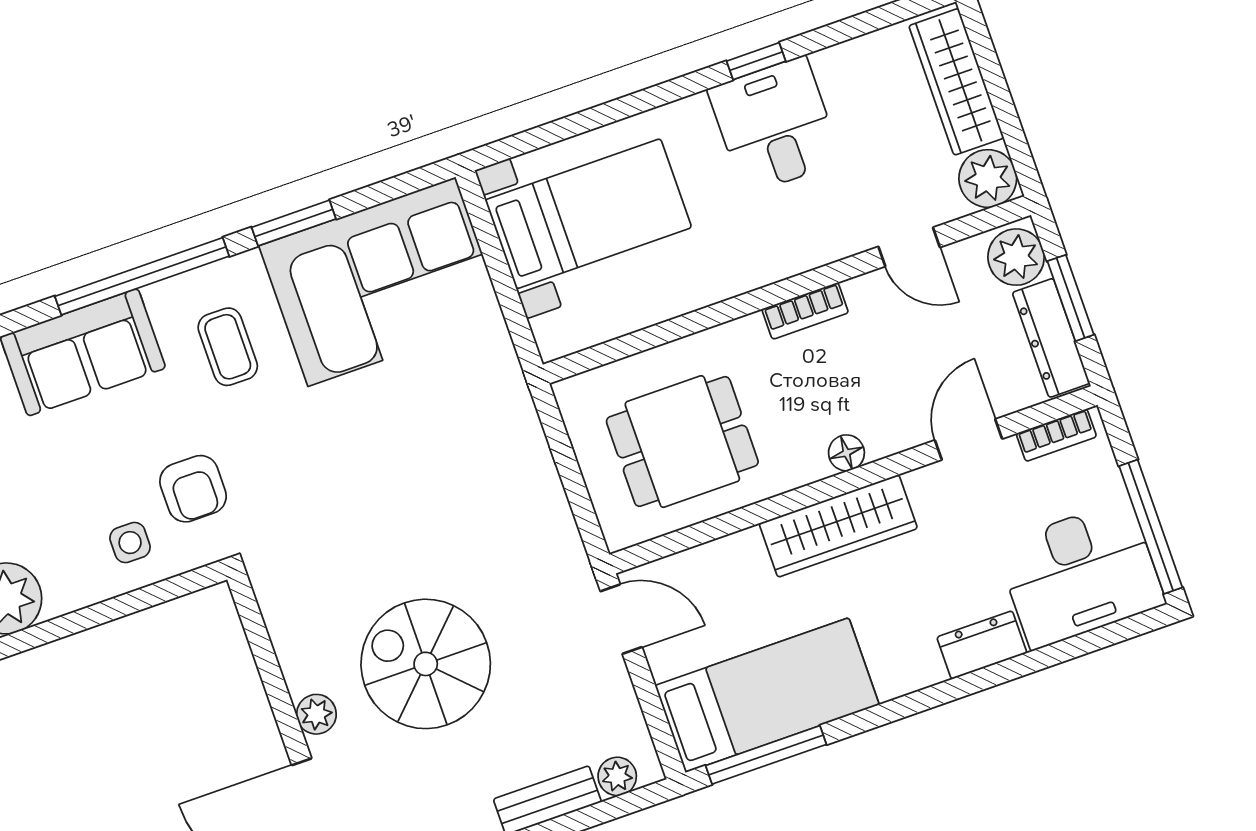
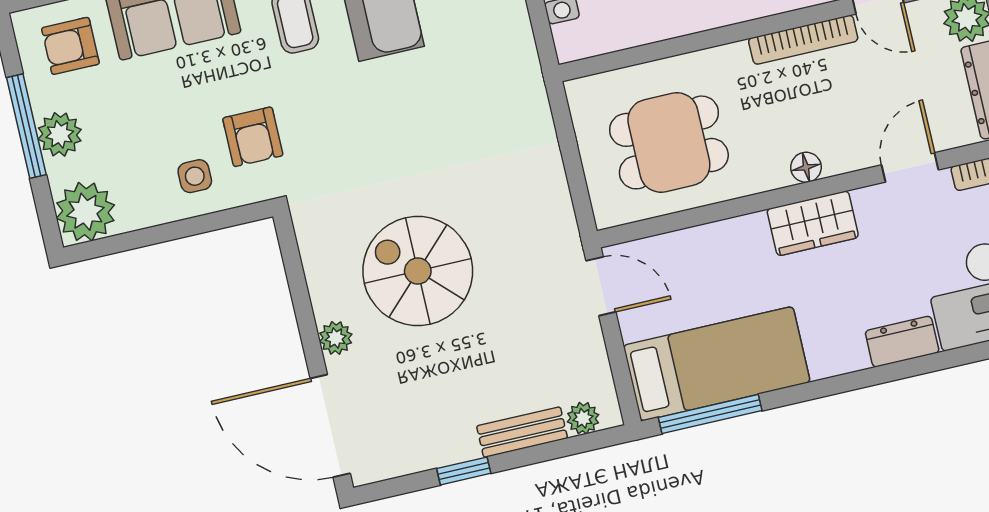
bookcase: (805, 311) -> (803, 40), width x1.56
wardrobe: (838, 526) -> (813, 223), width x0.67
spiral stairs: (426, 664) -> (418, 271), moved

